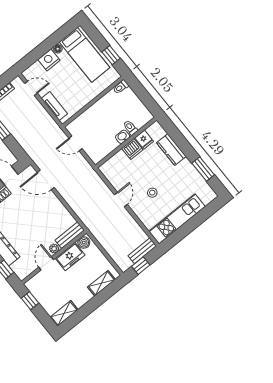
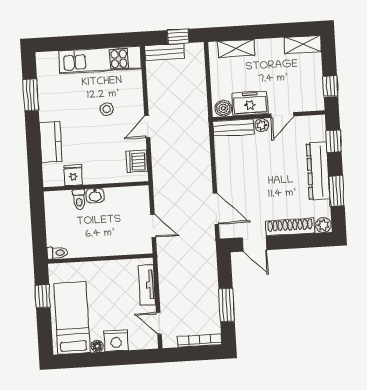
dishwasher: (132, 149) -> (137, 161), moved, turned -90

